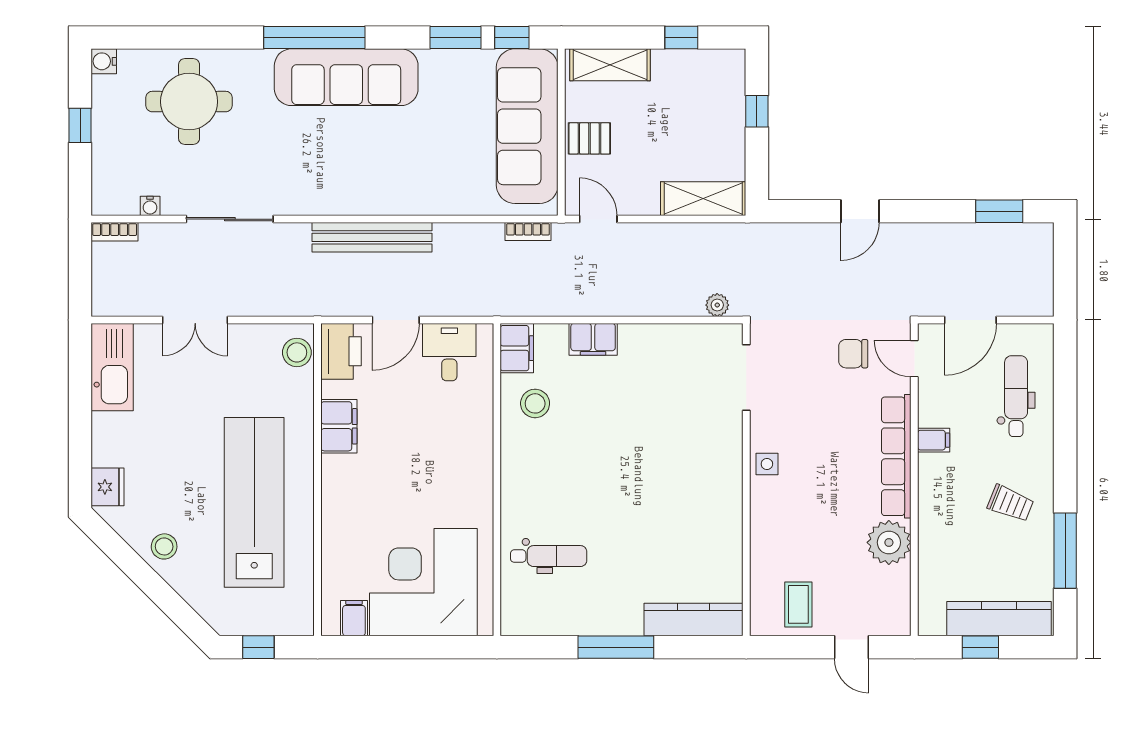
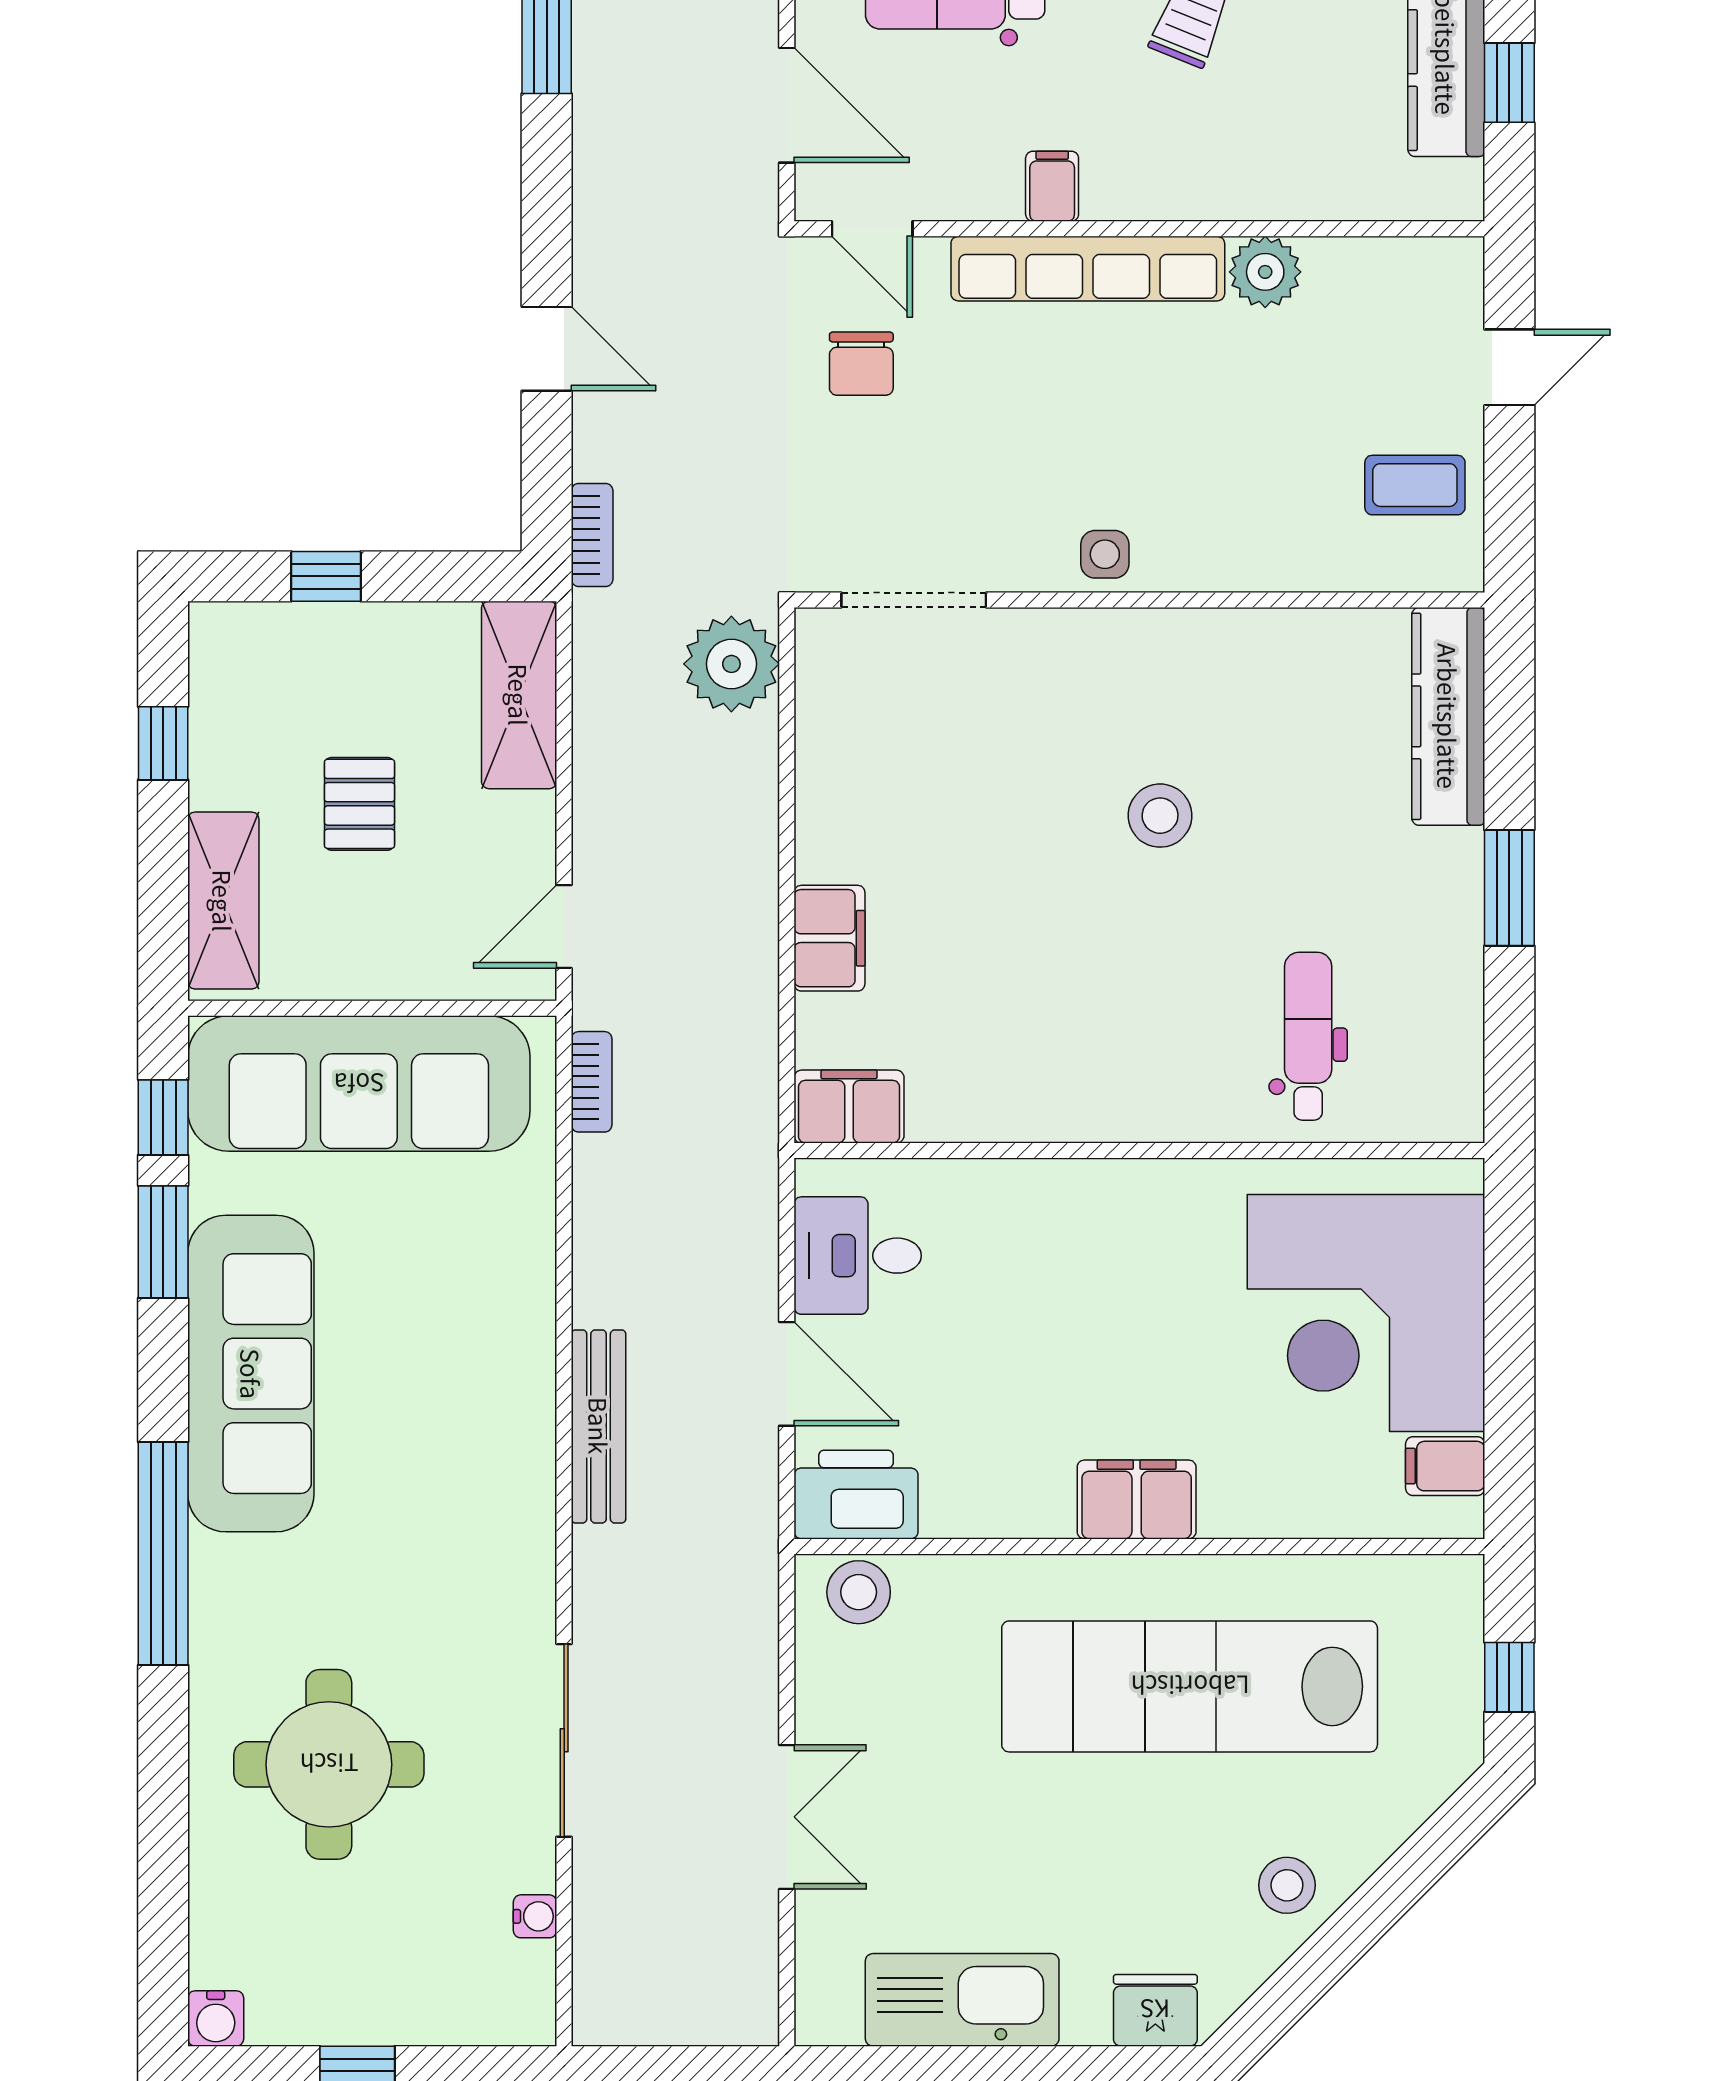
sofa: (346, 77) -> (251, 1374), moved
round table: (189, 102) -> (329, 1764), moved
pallet: (589, 138) -> (359, 804), moved
bookcase: (115, 232) -> (592, 535), moved
bench: (372, 237) -> (599, 1426), width x0.73, depth x0.82
plant: (717, 305) -> (731, 664), width x1.88, depth x1.88
door: (914, 359) -> (872, 229), hinge flipped
kitchen sink: (112, 367) -> (962, 2000), moved
stool: (535, 403) -> (1160, 816), moved
filing cabinet: (339, 426) -> (1137, 1499), moved
plant: (889, 542) -> (1265, 272), width x0.73, depth x0.73
window: (616, 647) -> (1509, 888), width x0.69

